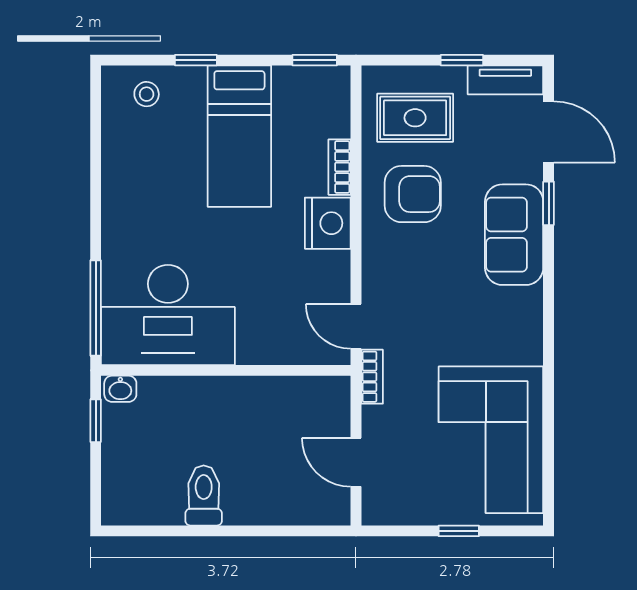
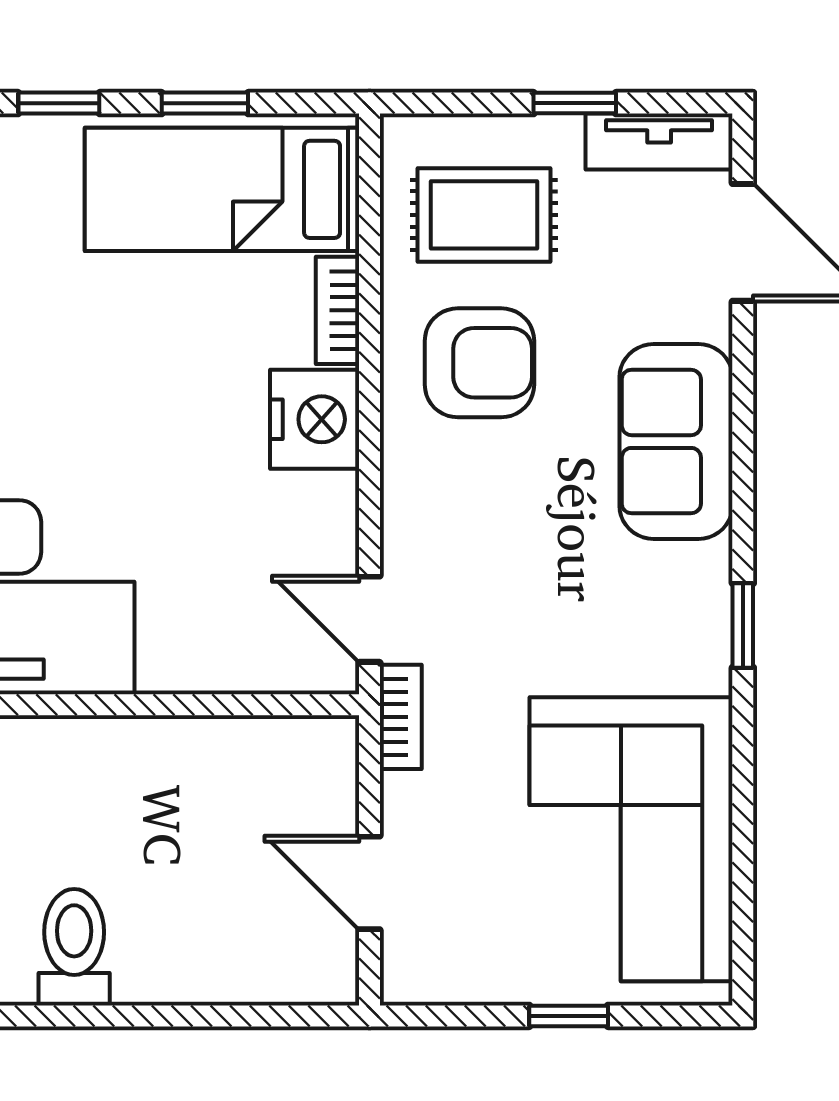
window: (315, 60) -> (205, 103), moved
bed: (239, 136) -> (222, 189), moved, turned 90
window: (549, 203) -> (743, 625), moved

